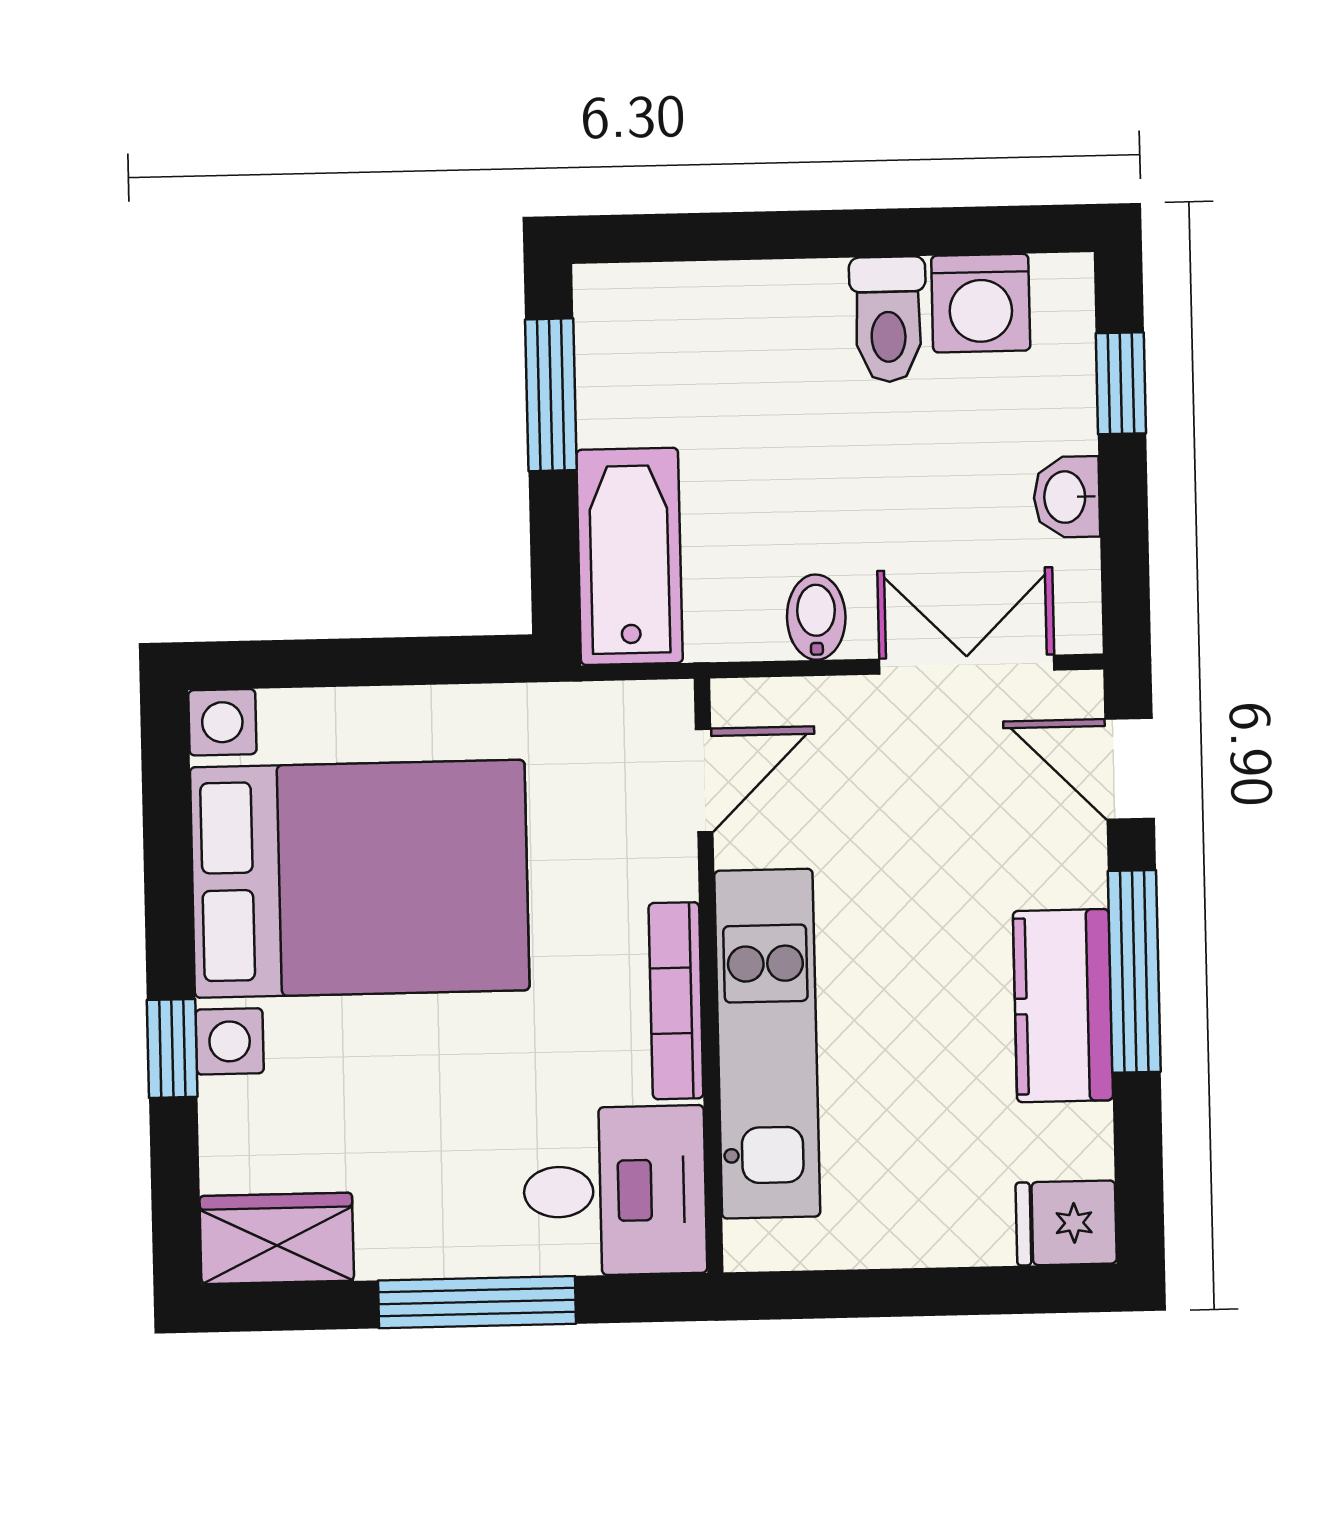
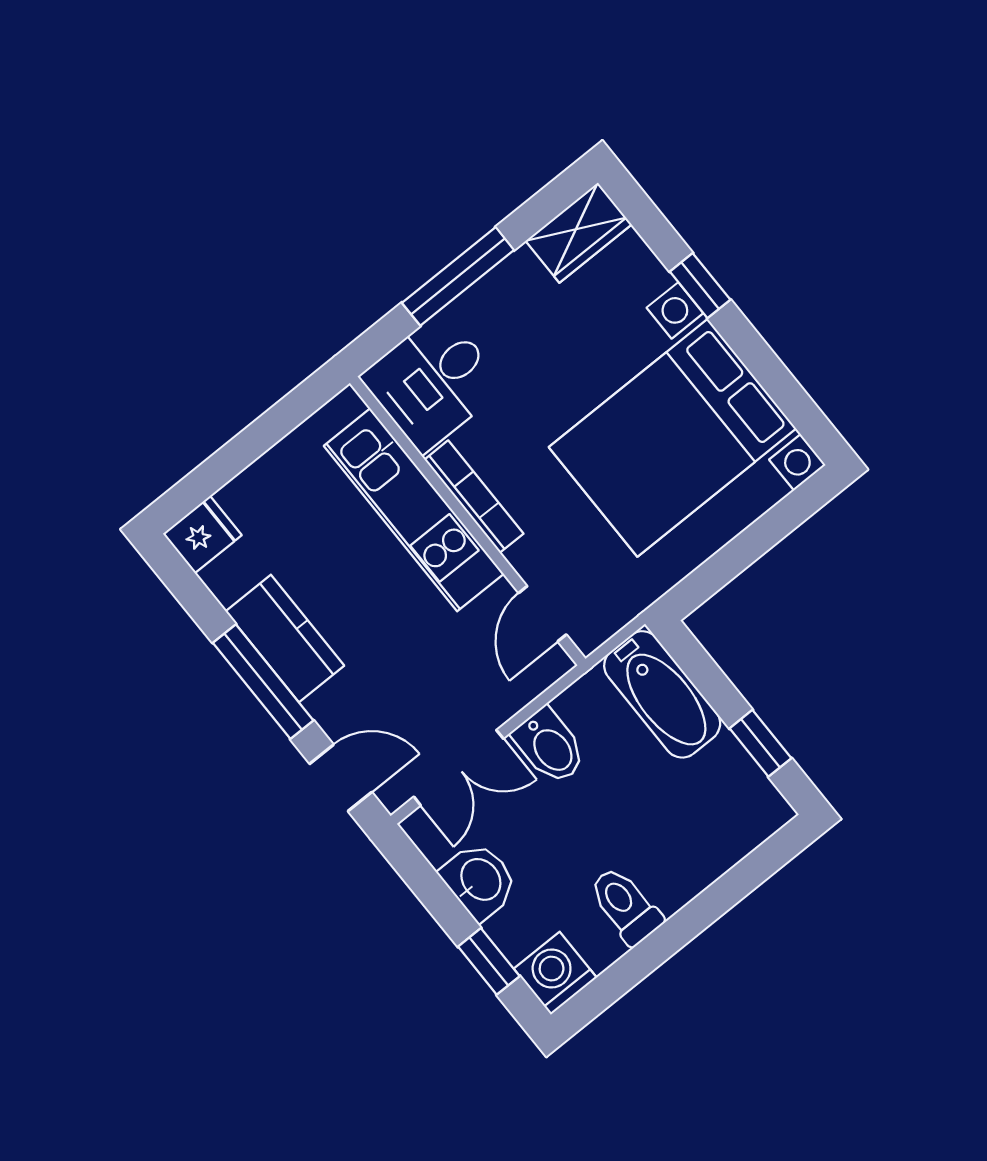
washing machine: (981, 303) -> (555, 973), moved
window: (551, 395) -> (760, 743), width x0.67
washbasin: (1067, 497) -> (480, 880), width x1.38, depth x1.45
bidet: (816, 617) -> (550, 746), width x1.38, depth x1.36

